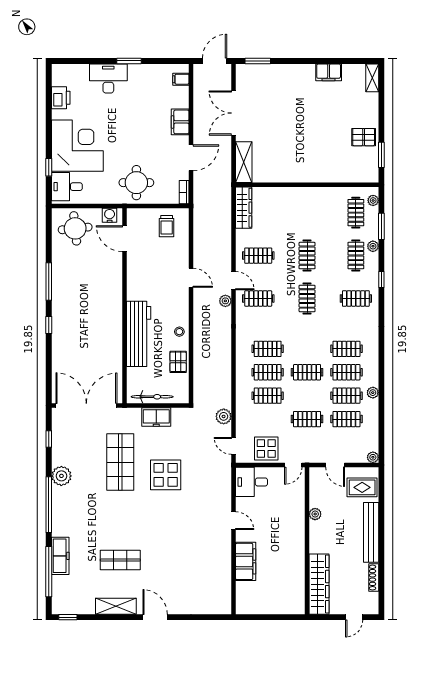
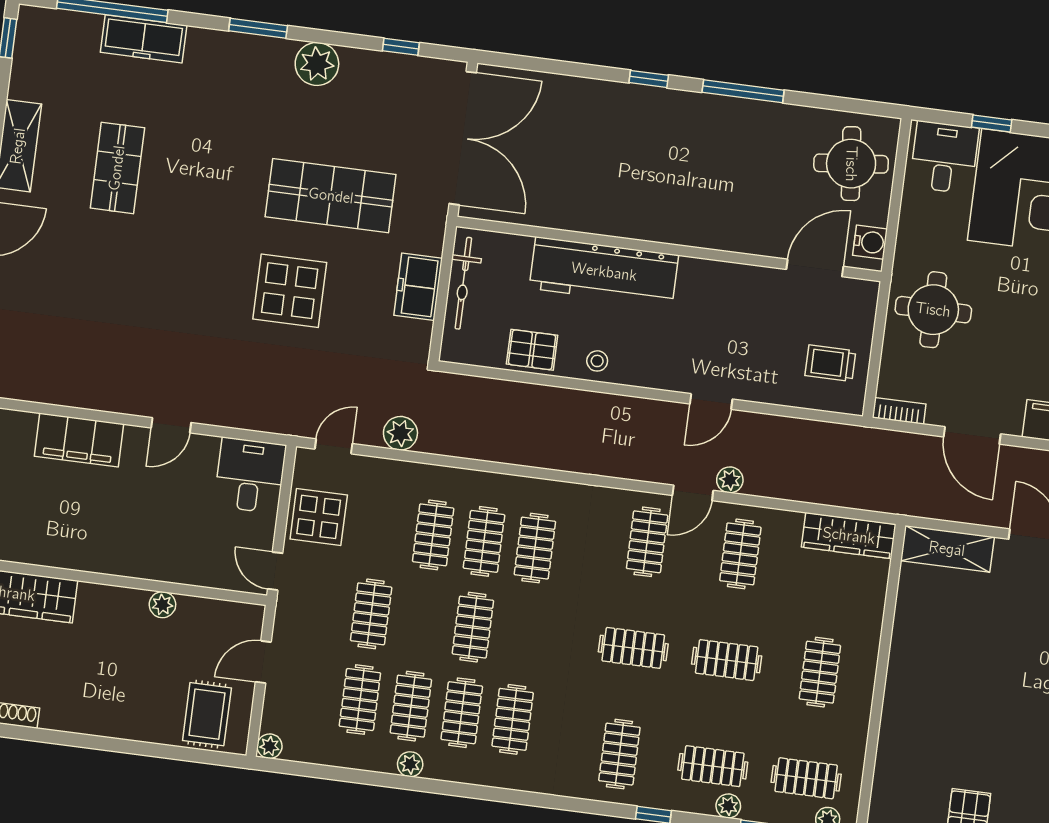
clothes rail: (307, 213) -> (820, 672), added
plant: (225, 301) -> (730, 480), moved
window: (49, 505) -> (258, 28), width x0.47
bench: (371, 532) -> (107, 721), removed

